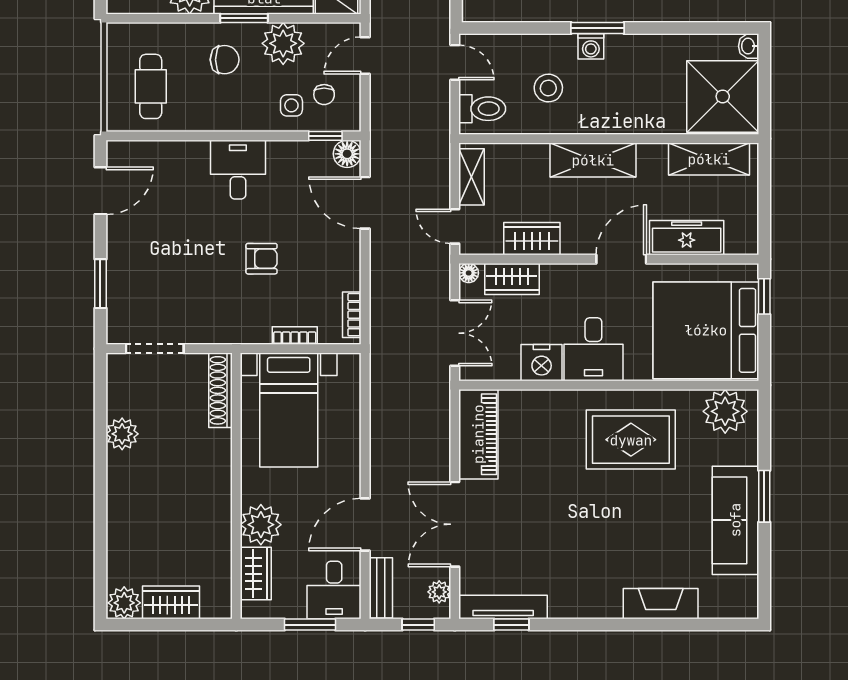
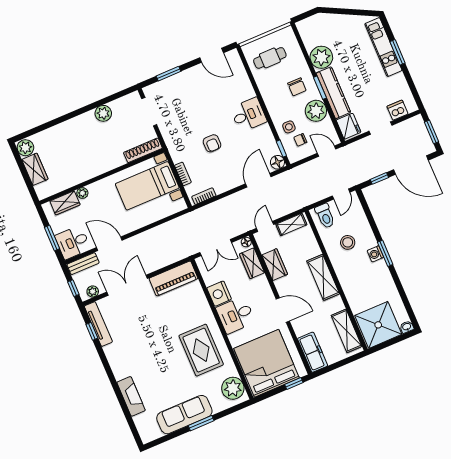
freezer: (687, 238) -> (313, 352), moved
plant: (261, 525) -> (82, 193), width x0.53, depth x0.53

